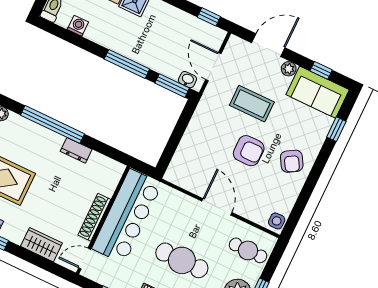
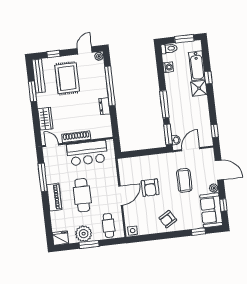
armchair: (249, 151) -> (150, 188), moved
bar counter: (127, 216) -> (87, 153), width x0.73

